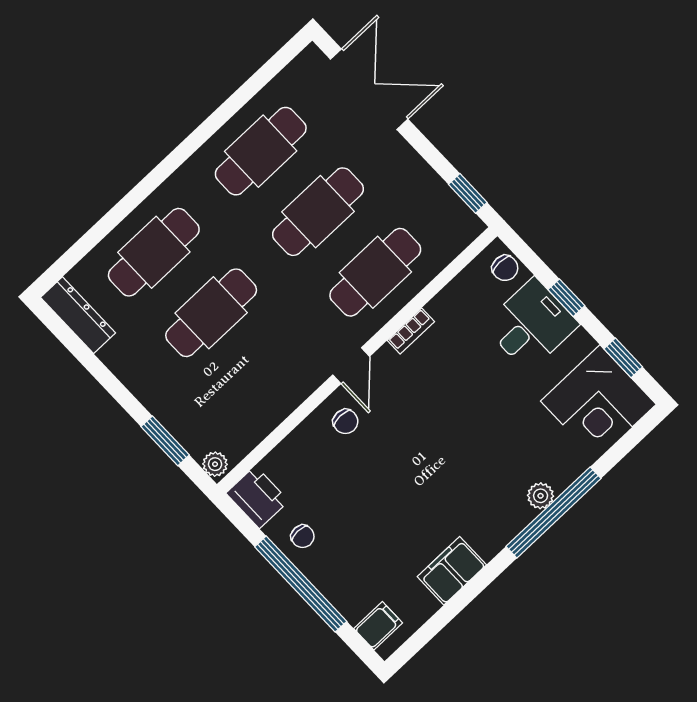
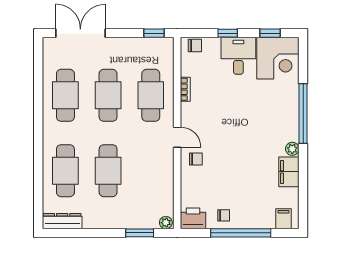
desk: (531, 325) -> (238, 56), moved
bookcase: (411, 331) -> (185, 89), moved
plant: (541, 496) -> (292, 149), moved

